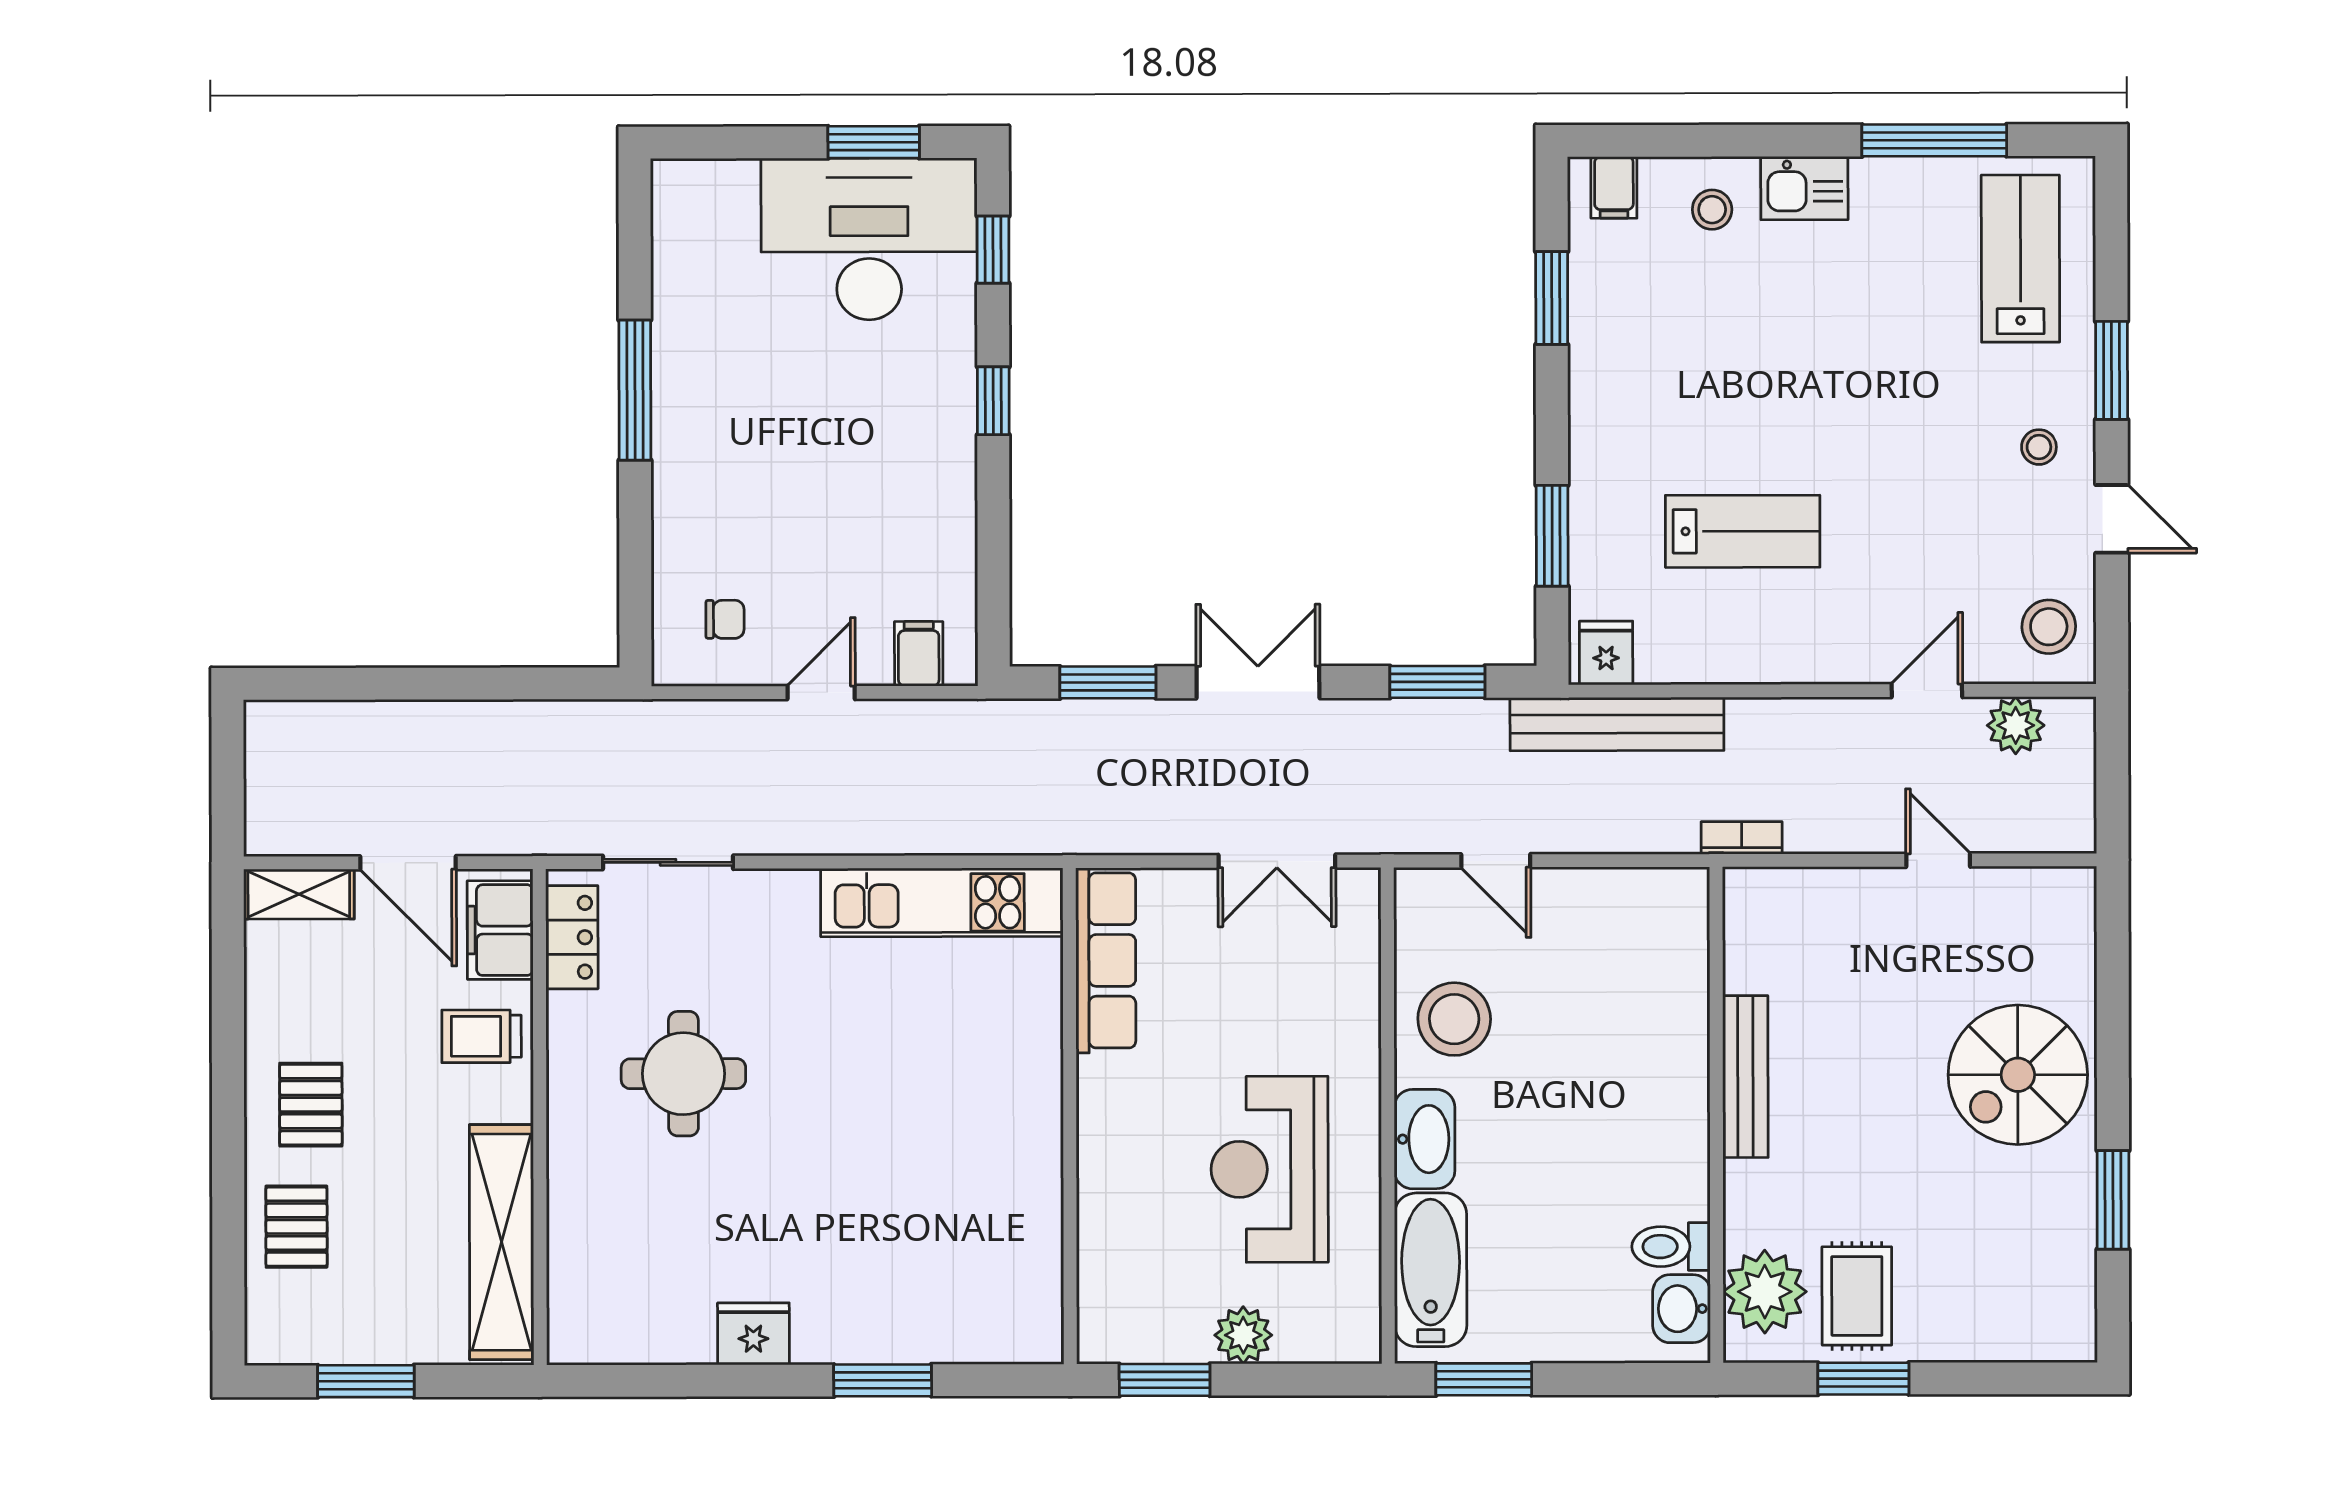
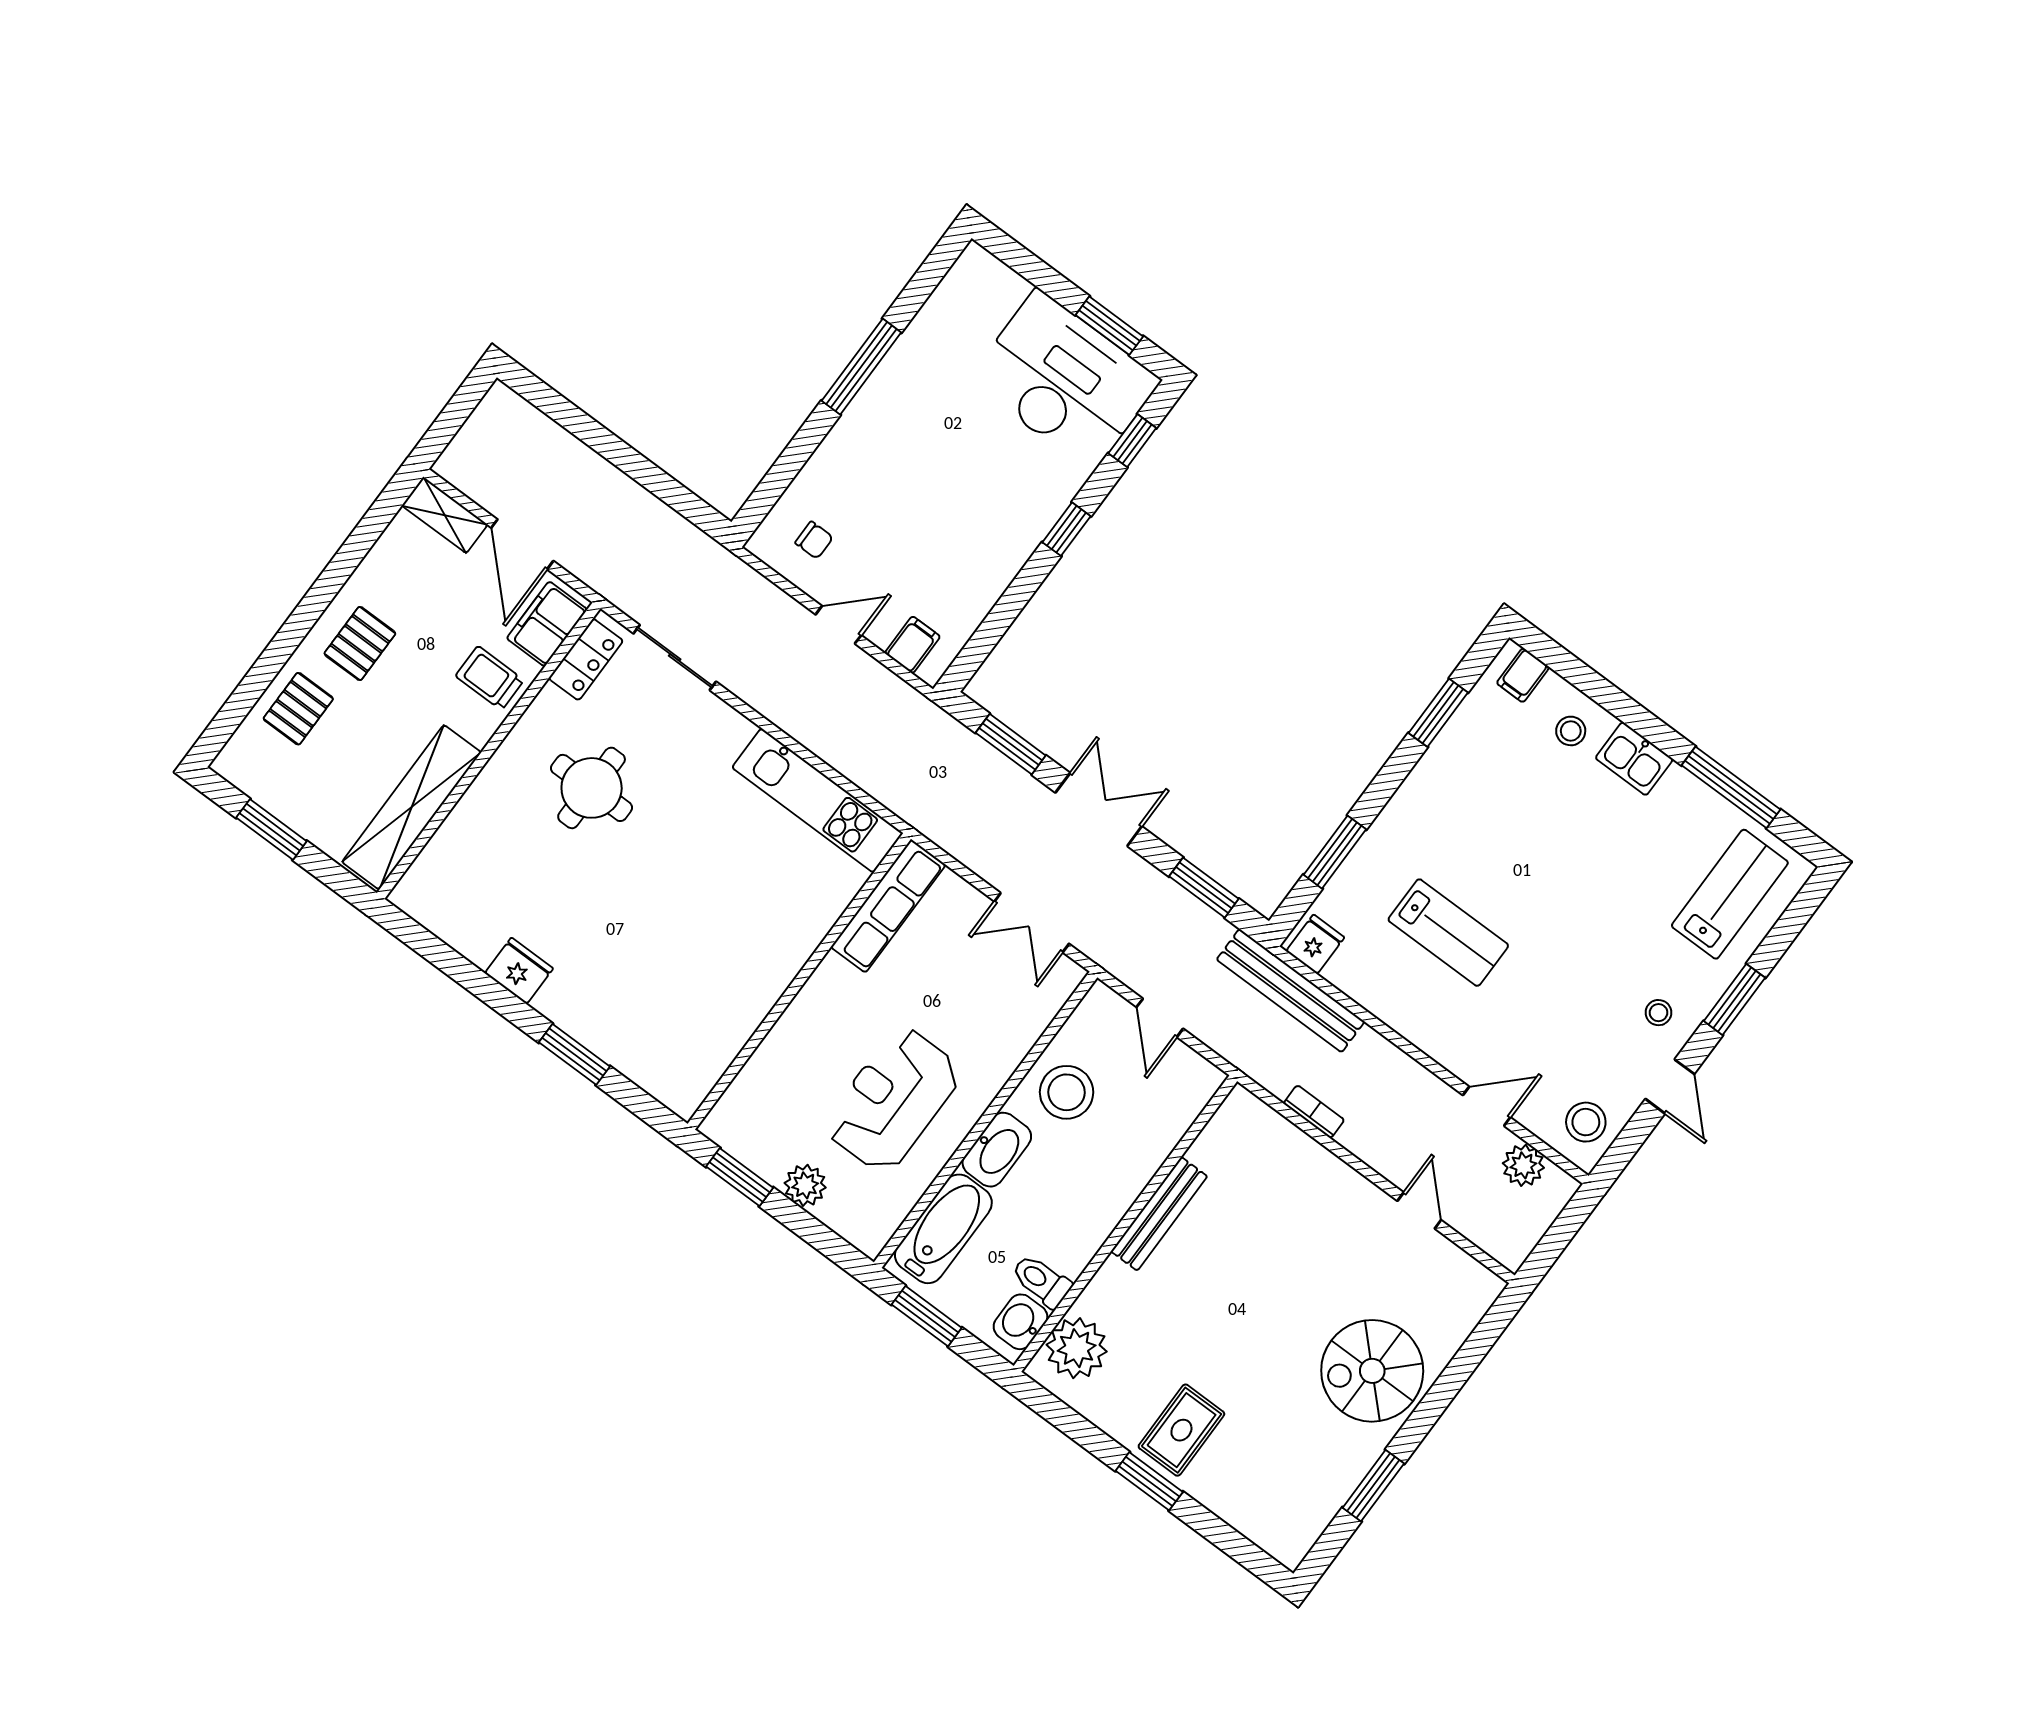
bench: (1745, 1077) -> (1159, 1214), moved
wall: (1716, 1115) -> (1125, 1224), moved
toilet: (1671, 1247) -> (1041, 1281), moved
plant: (1765, 1292) -> (1077, 1348), moved
washbasin: (1682, 1309) -> (1020, 1322), moved

